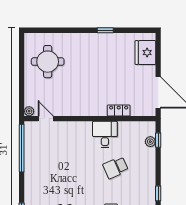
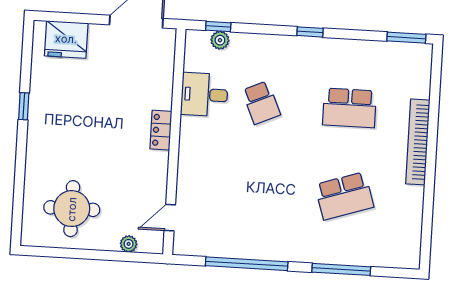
locker: (119, 110) -> (161, 130), moved
plant: (29, 111) -> (129, 244), moved
desk: (105, 134) -> (204, 95), moved
window: (22, 148) -> (247, 264), moved

